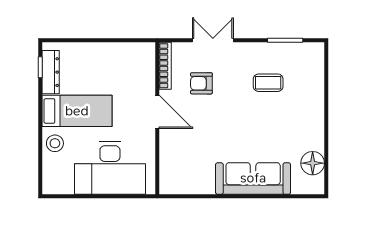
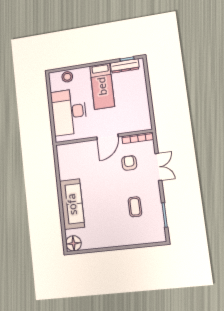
stool: (55, 143) -> (67, 77), moved
floor lamp: (313, 163) -> (73, 243), moved

